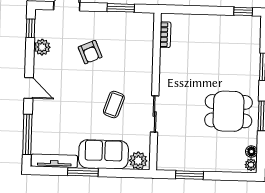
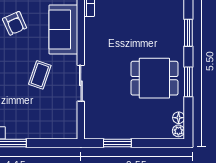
sofa: (103, 154) -> (63, 29), moved, turned -90
plant: (138, 161) -> (66, 130), removed

